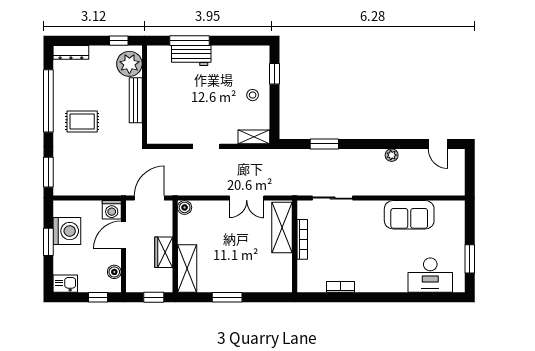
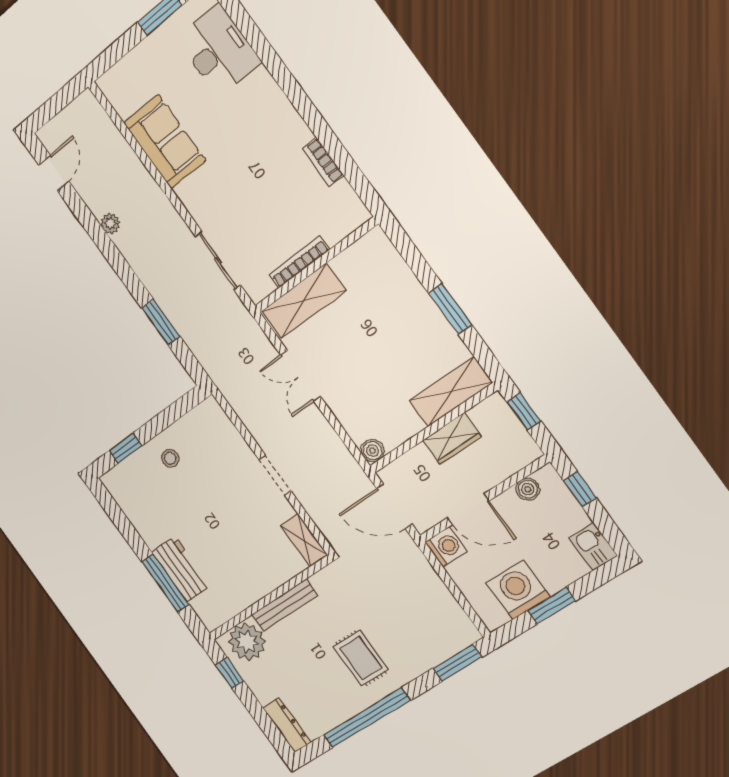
shelving: (254, 137) -> (304, 540), moved
double door: (247, 198) -> (301, 376), swing flipped

